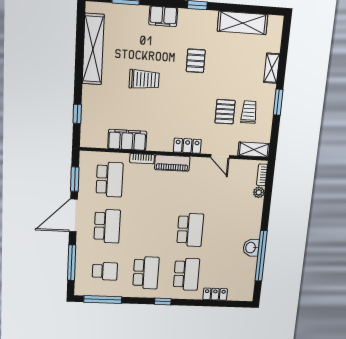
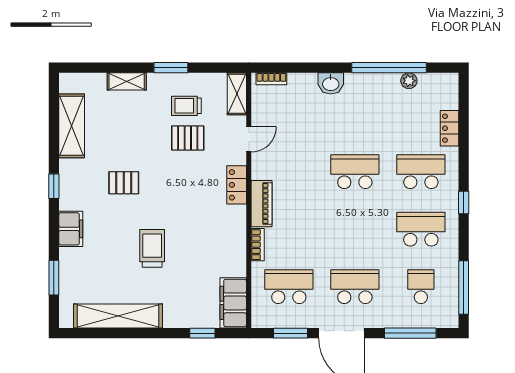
filing cabinet: (127, 140) -> (233, 303), moved
plant: (259, 192) -> (409, 81), moved
washbasin: (251, 248) -> (331, 83), moved

